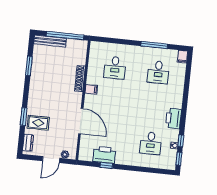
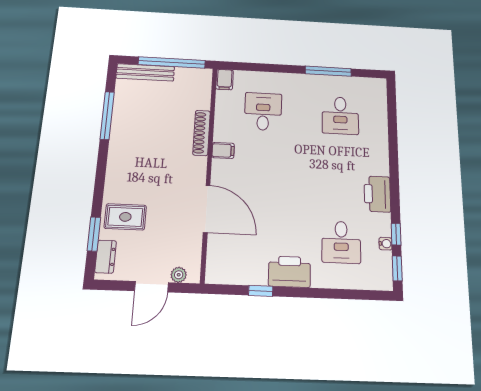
filing cabinet: (182, 57) -> (225, 80), moved
window: (29, 66) -> (107, 115), width x1.44
desk: (115, 68) -> (263, 111), turned 180
window: (24, 117) -> (94, 234), moved
printer: (104, 155) -> (289, 272), moved

